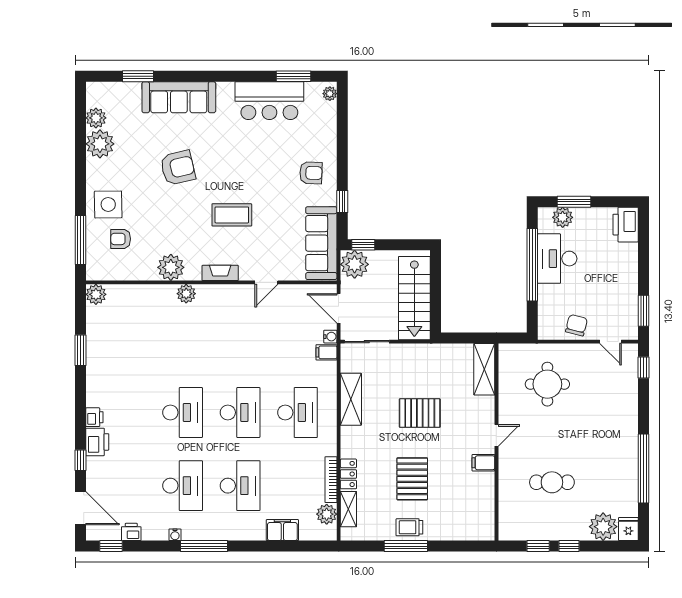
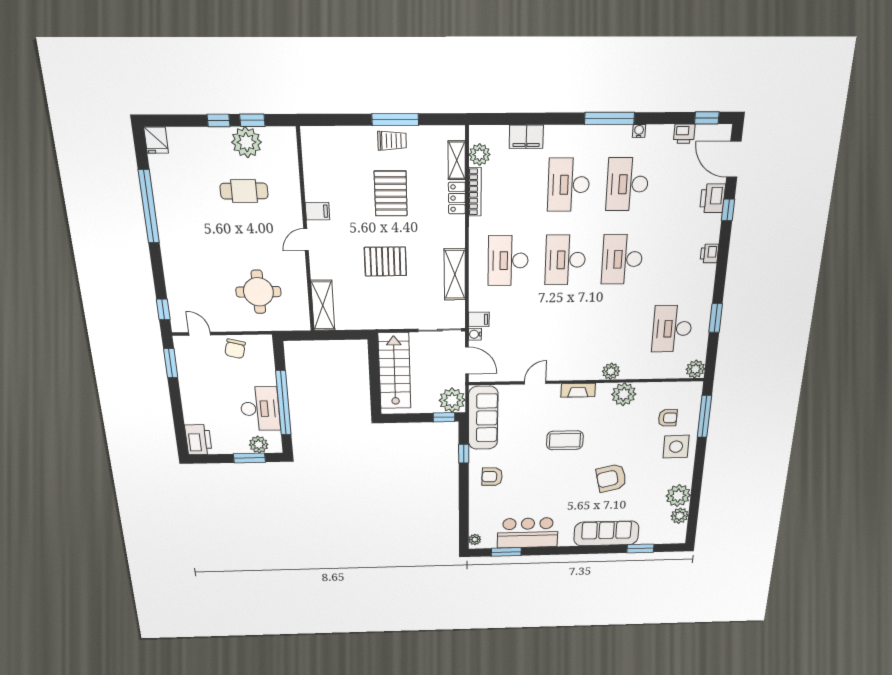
desk: (125, 339) -> (672, 329), added
printer: (97, 442) -> (712, 198), moved
plant: (603, 527) -> (246, 142), moved

